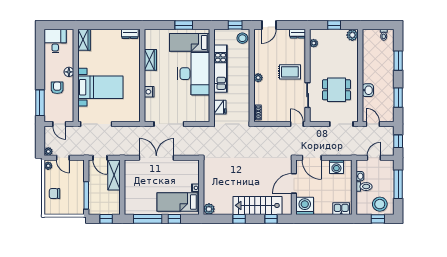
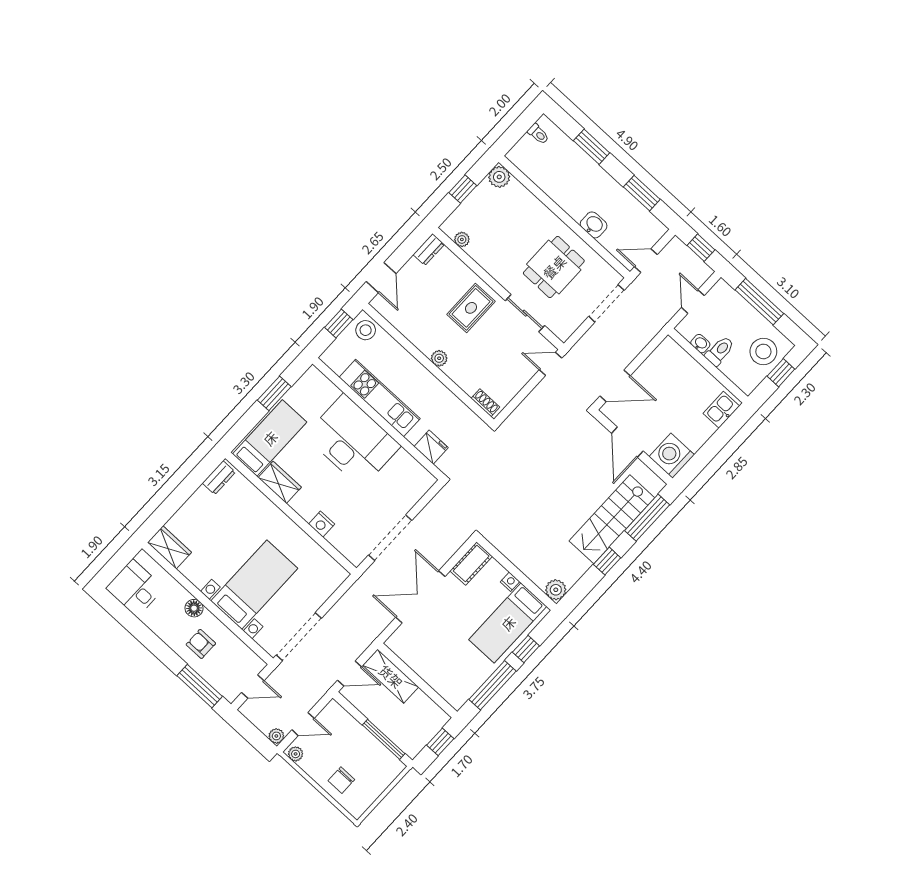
bed: (190, 42) -> (270, 438), moved, turned 180
cot: (188, 166) -> (471, 564), added
washing machine: (336, 167) -> (658, 364), removed
window: (271, 219) -> (647, 518), width x2.17

